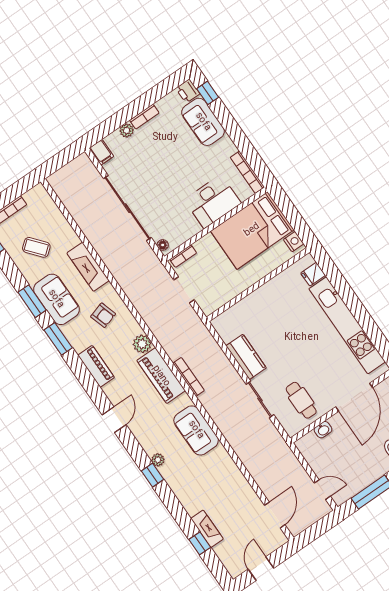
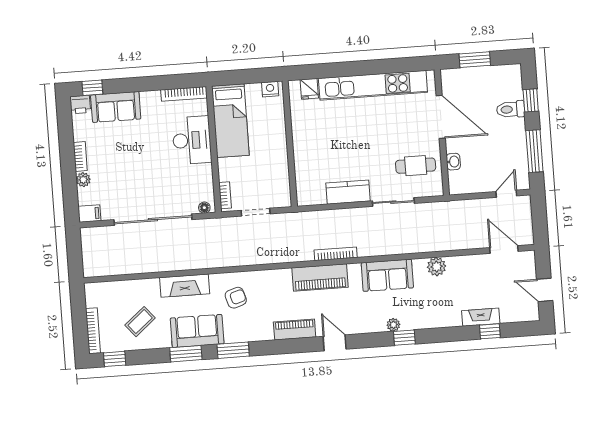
bed: (252, 230) -> (230, 121), width x0.67
plant: (142, 344) -> (437, 267), moved
piano: (96, 366) -> (295, 330), moved

